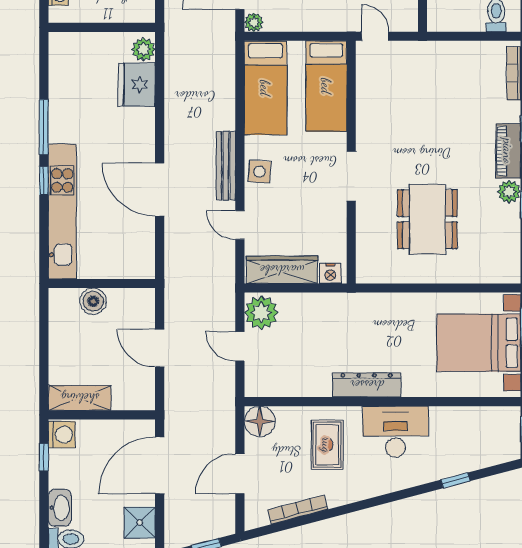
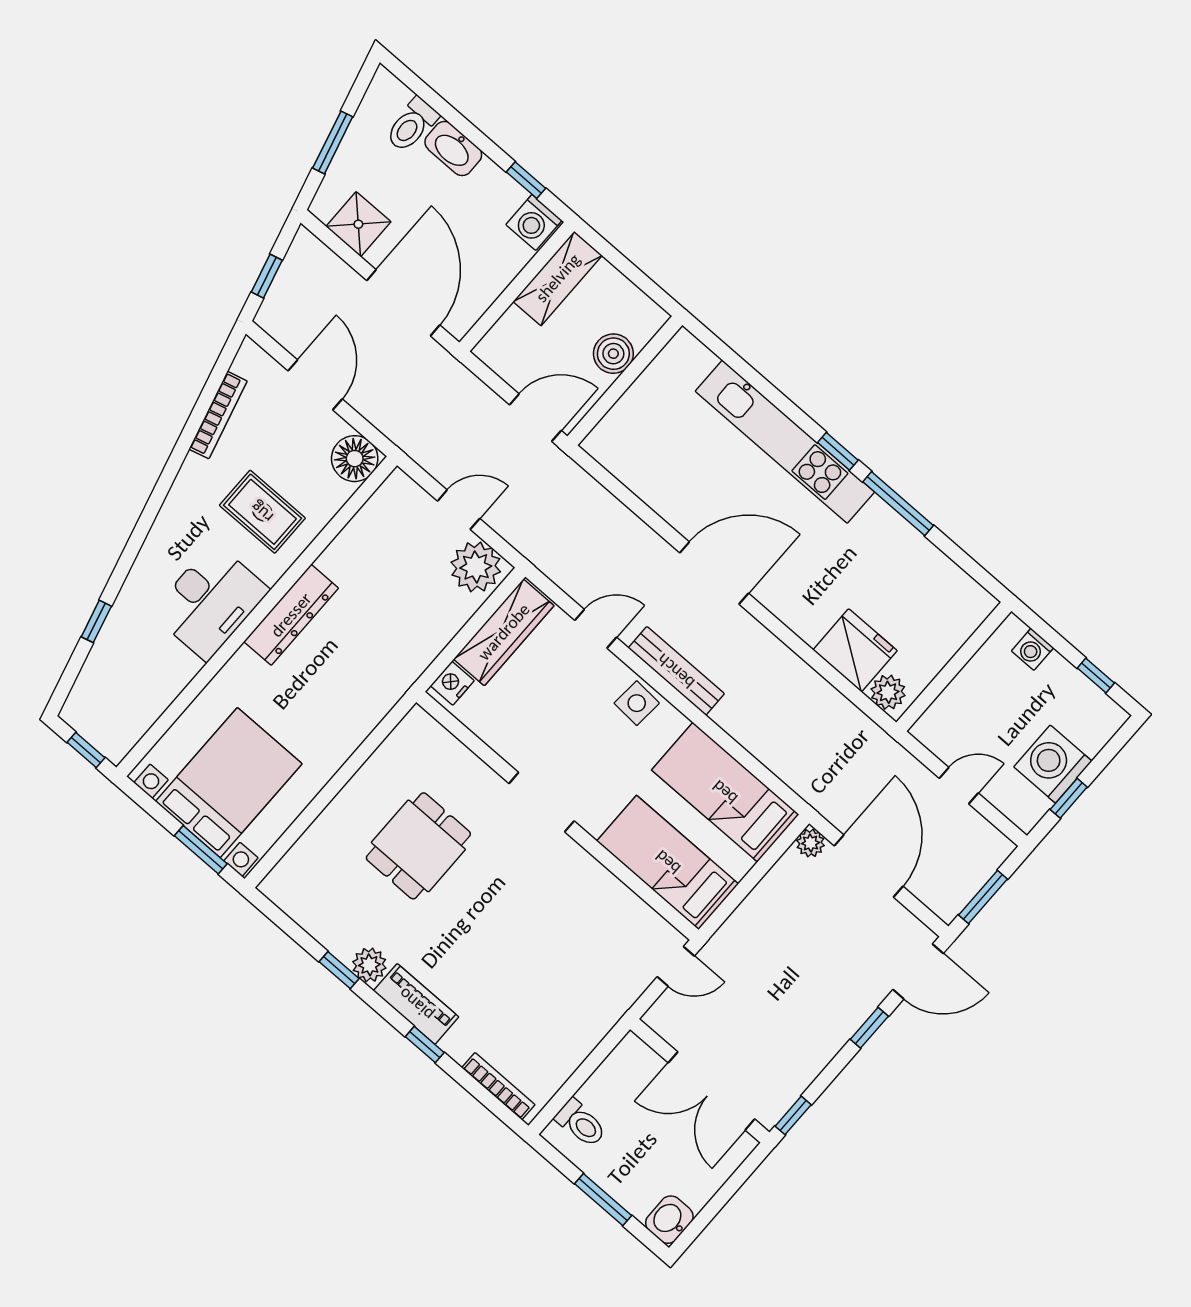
dining table: (427, 219) -> (418, 846), width x0.73
wall: (102, 284) -> (625, 381), moved
boiler: (93, 301) -> (613, 354), moved

